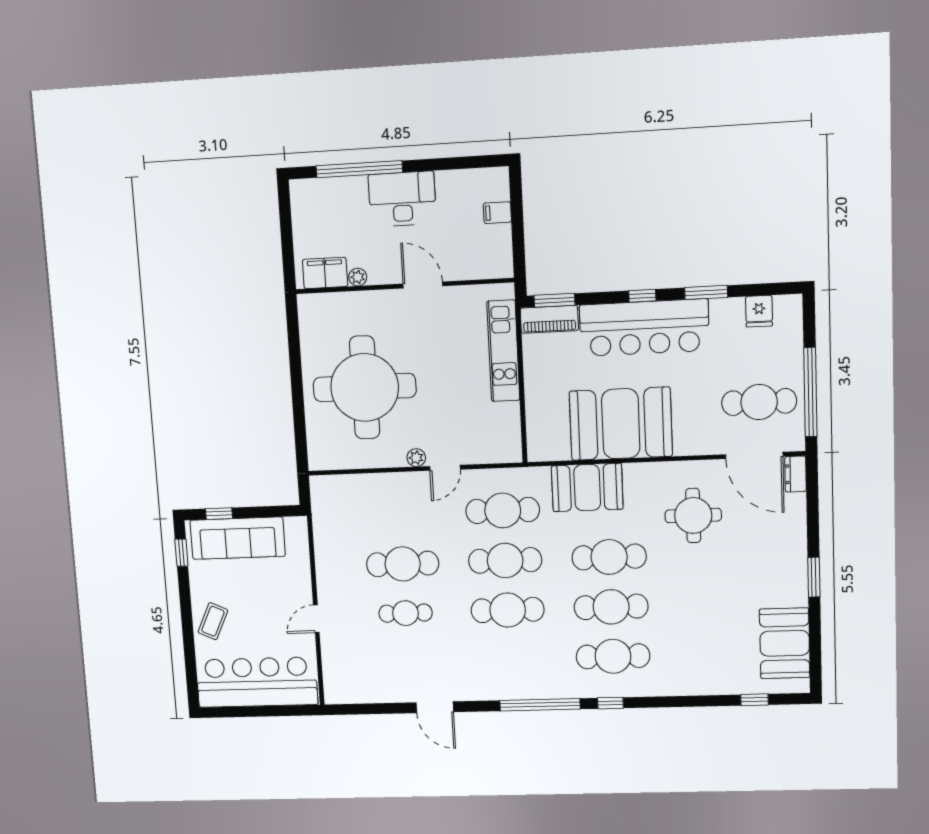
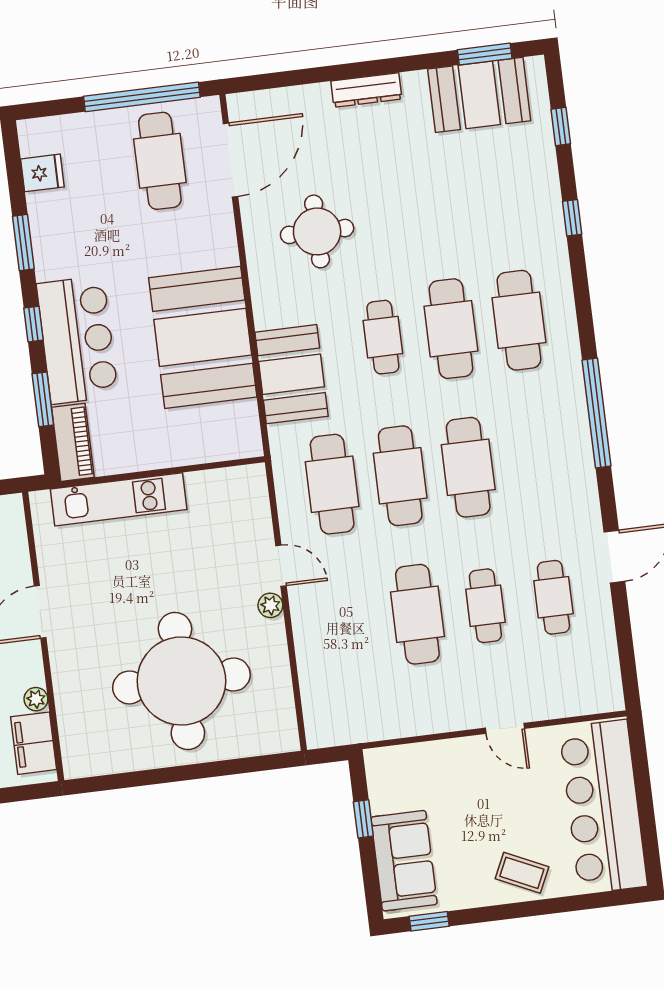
window: (554, 300) -> (43, 399), moved
bar counter: (644, 328) -> (77, 340), width x0.73
dresser: (796, 474) -> (366, 90), moved, width x1.44
window: (219, 514) -> (363, 819), moved
sofa: (238, 538) -> (404, 861), width x0.73
cafe table: (609, 557) -> (383, 337), width x0.73, depth x0.74
window: (814, 577) -> (485, 54), moved
cafe table: (408, 662) -> (553, 597), added
window: (610, 703) -> (572, 218), moved

